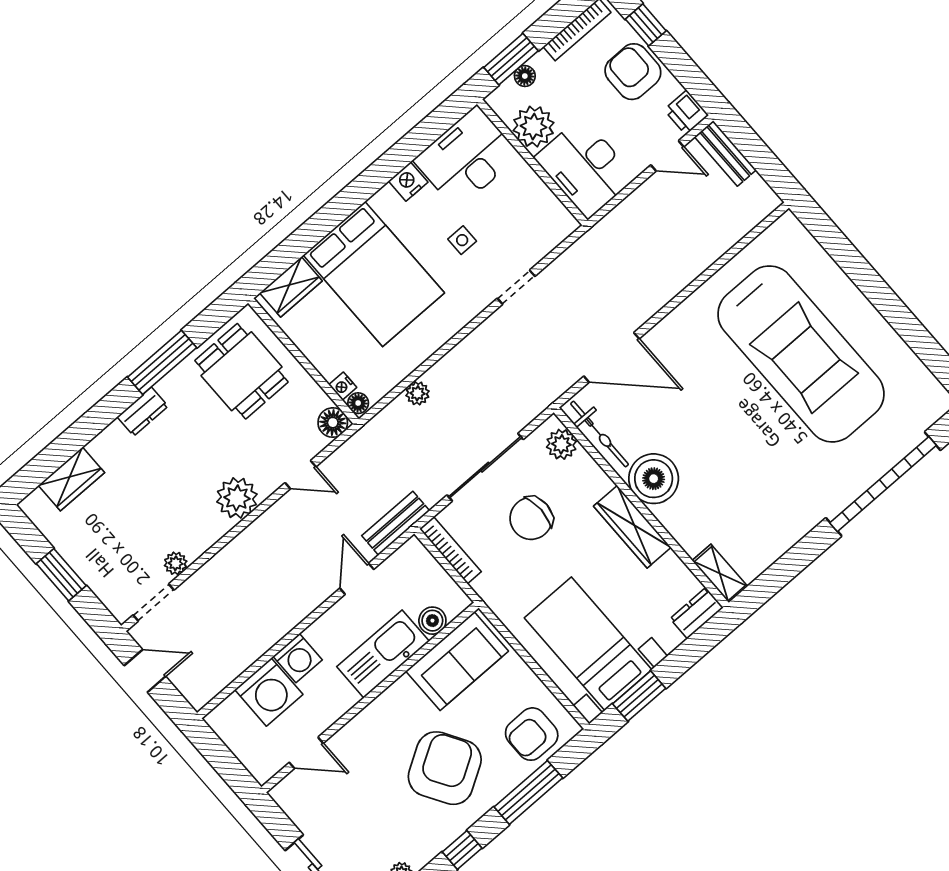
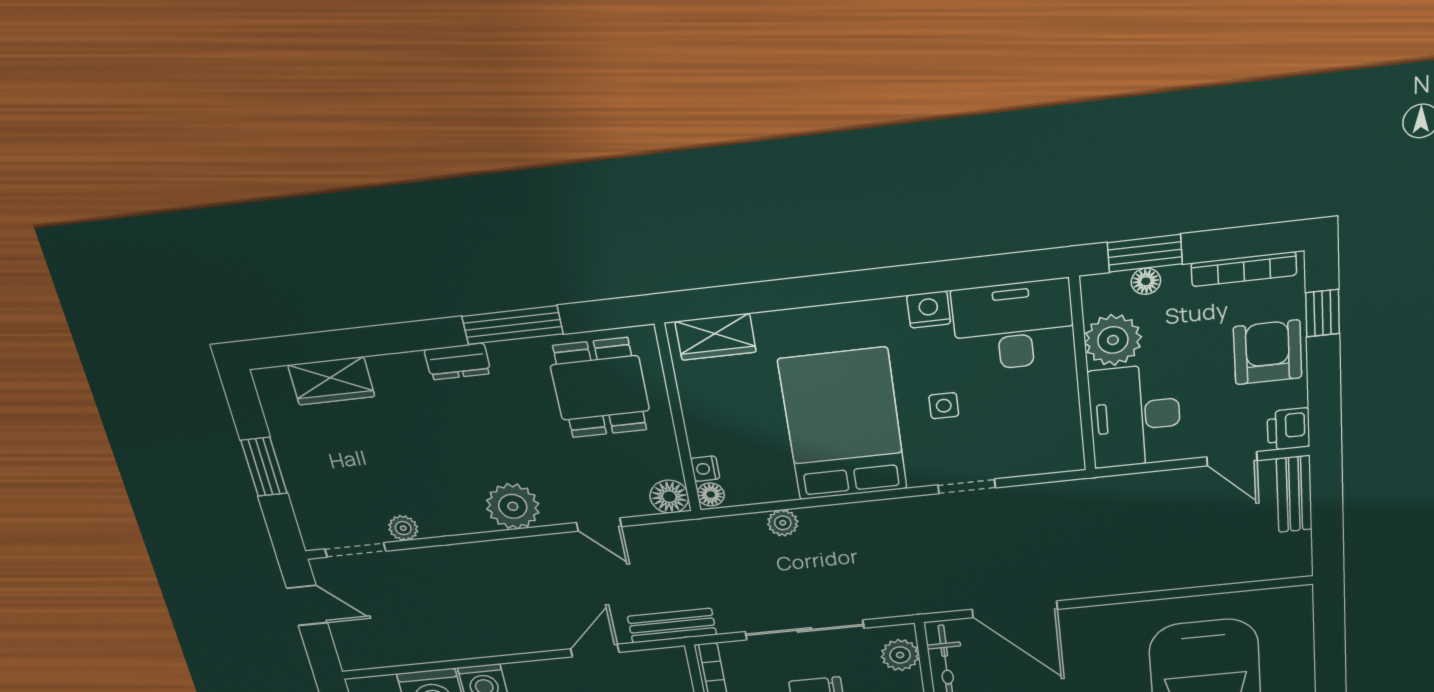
bed: (374, 274) -> (843, 425), moved, turned 180

